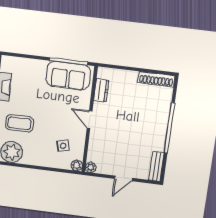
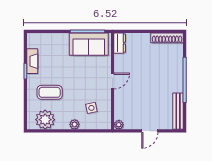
dresser: (101, 90) -> (120, 43), moved
door: (90, 119) -> (113, 81), swing flipped
plant: (77, 165) -> (75, 124), moved
bench: (157, 166) -> (178, 111), width x1.36

